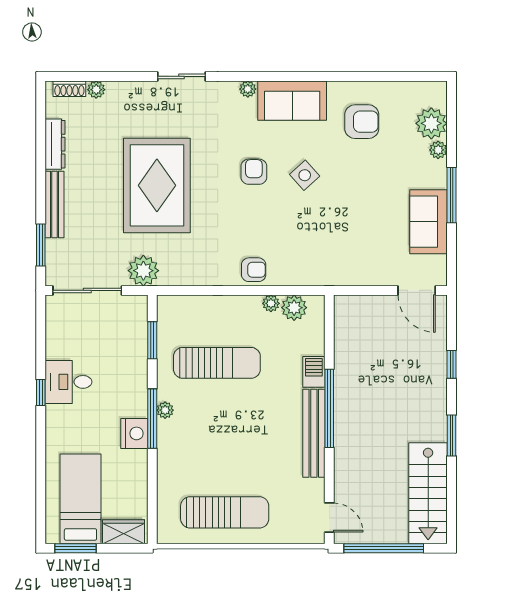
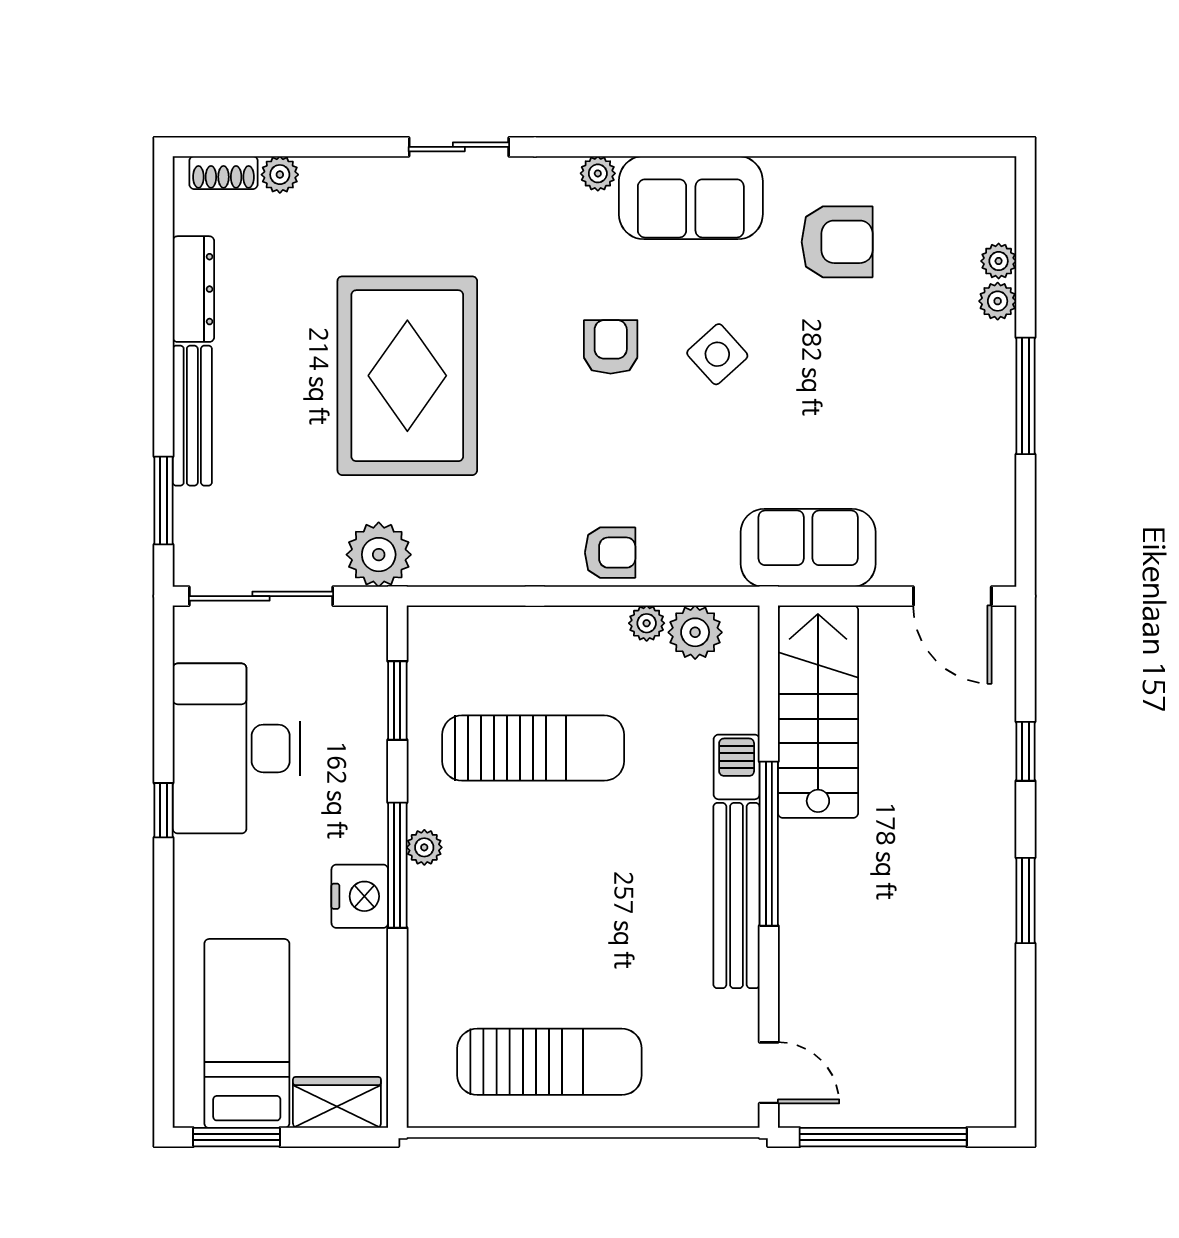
plant: (431, 123) -> (999, 261), width x0.53, depth x0.53
sofa: (429, 222) -> (808, 548), moved, turned 90
desk: (69, 382) -> (236, 748), width x1.87, depth x1.30
stairs: (428, 493) -> (818, 712), moved, turned 180

